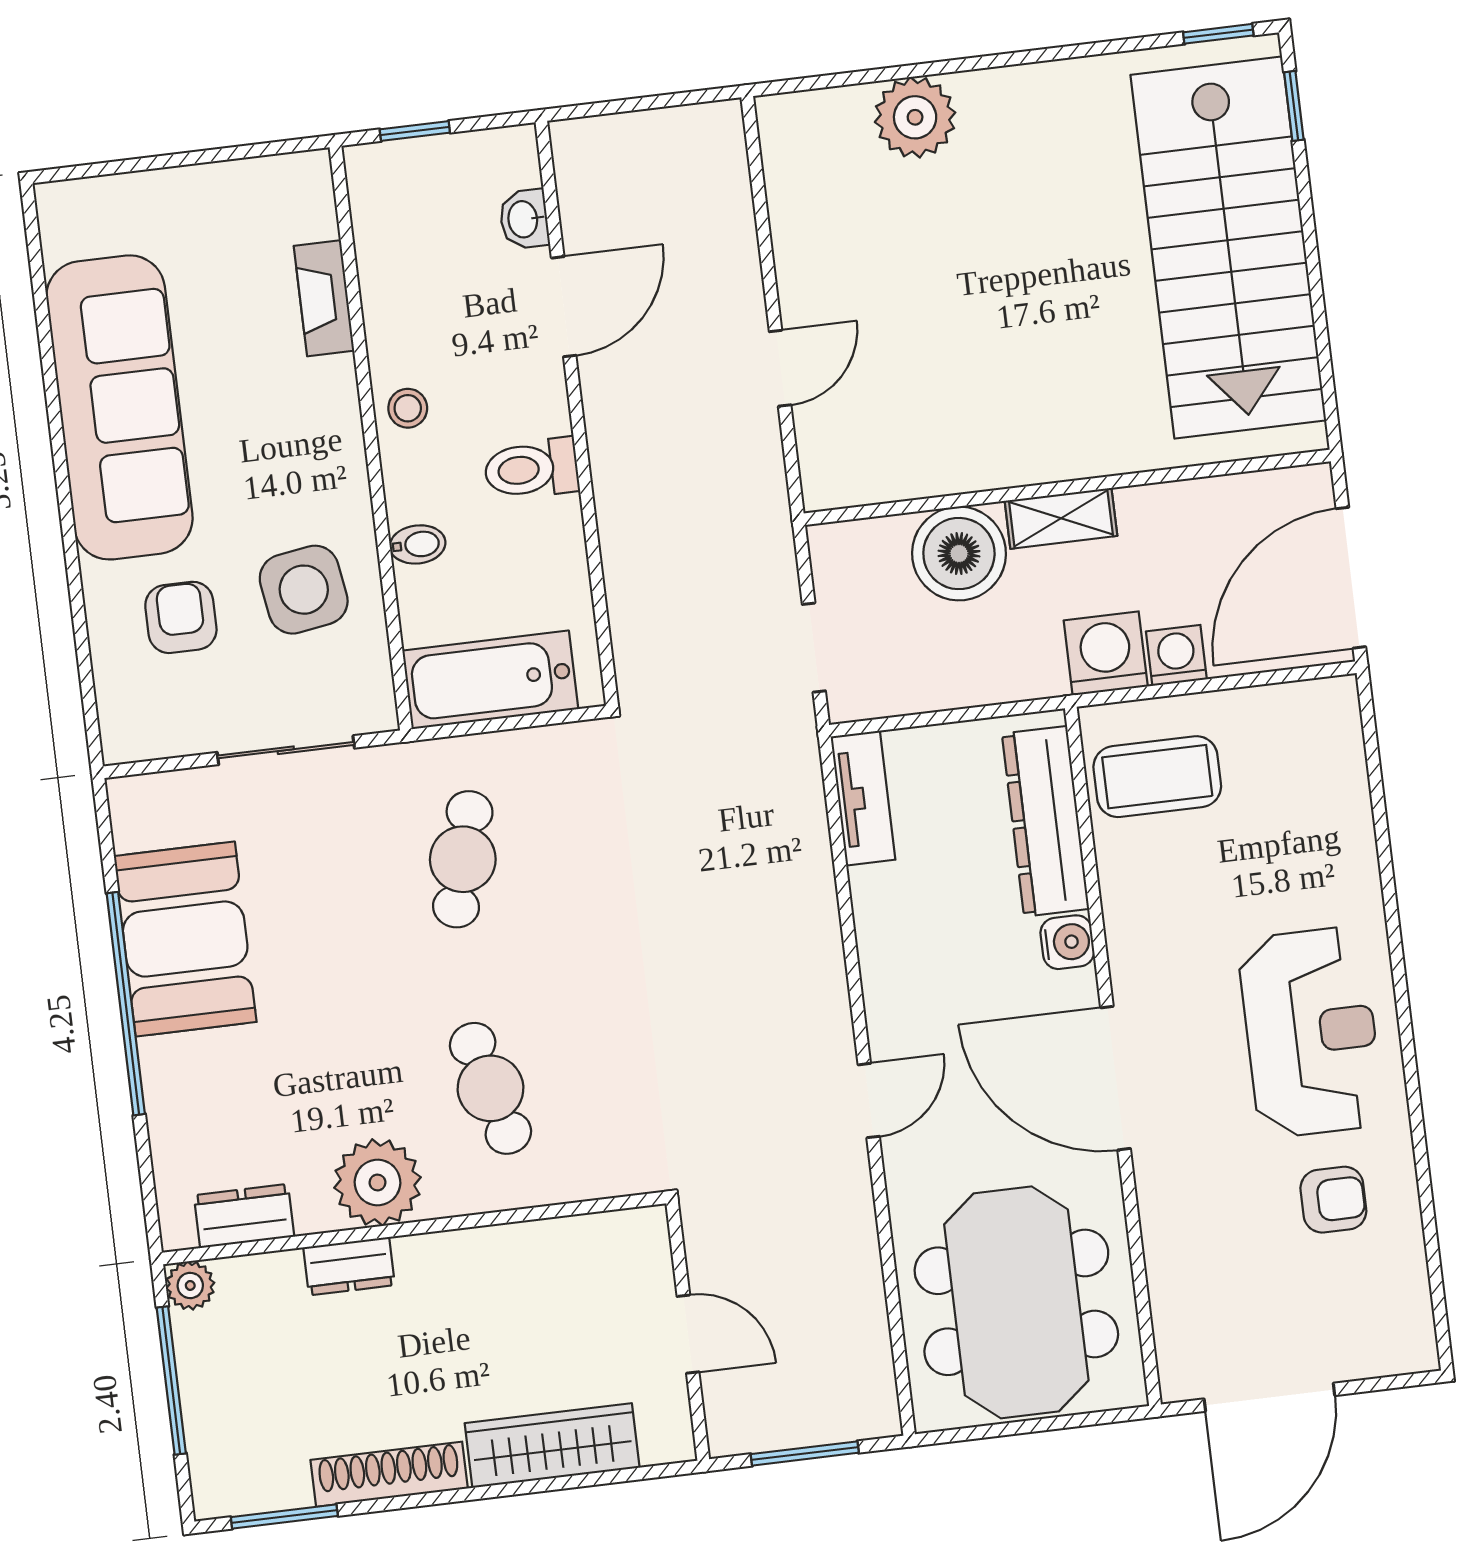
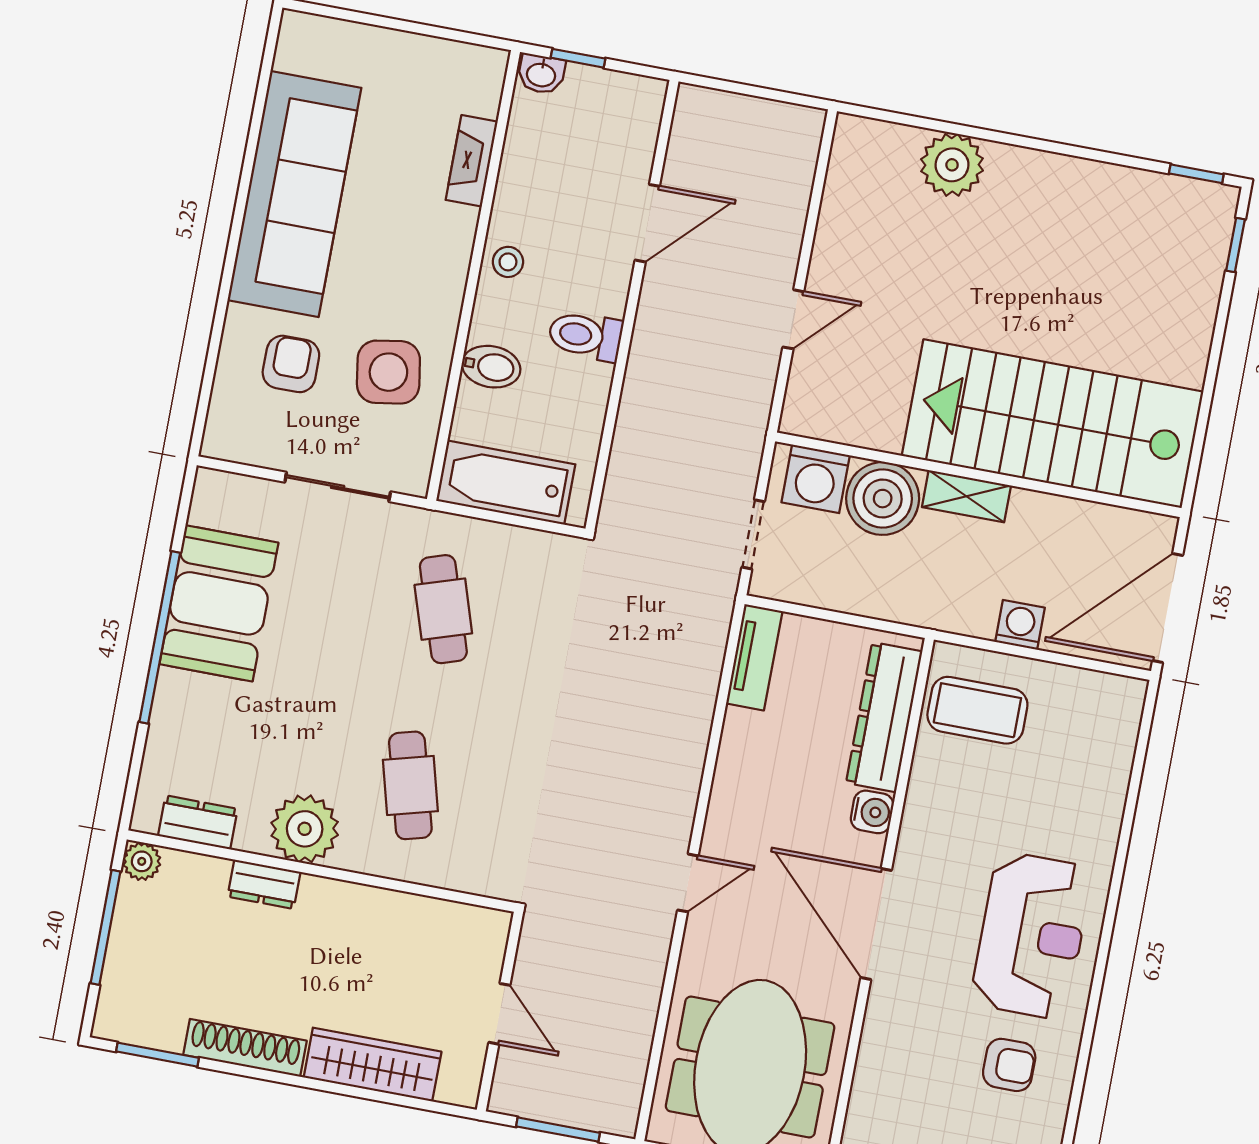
washbasin: (524, 219) -> (541, 74), moved, turned -90
stairs: (1228, 248) -> (1053, 424), moved, turned 90
bidet: (418, 544) -> (491, 367), width x1.38, depth x1.36
washing machine: (1106, 653) -> (816, 479), moved, turned 180
cafe table: (463, 859) -> (443, 609), turned -33

